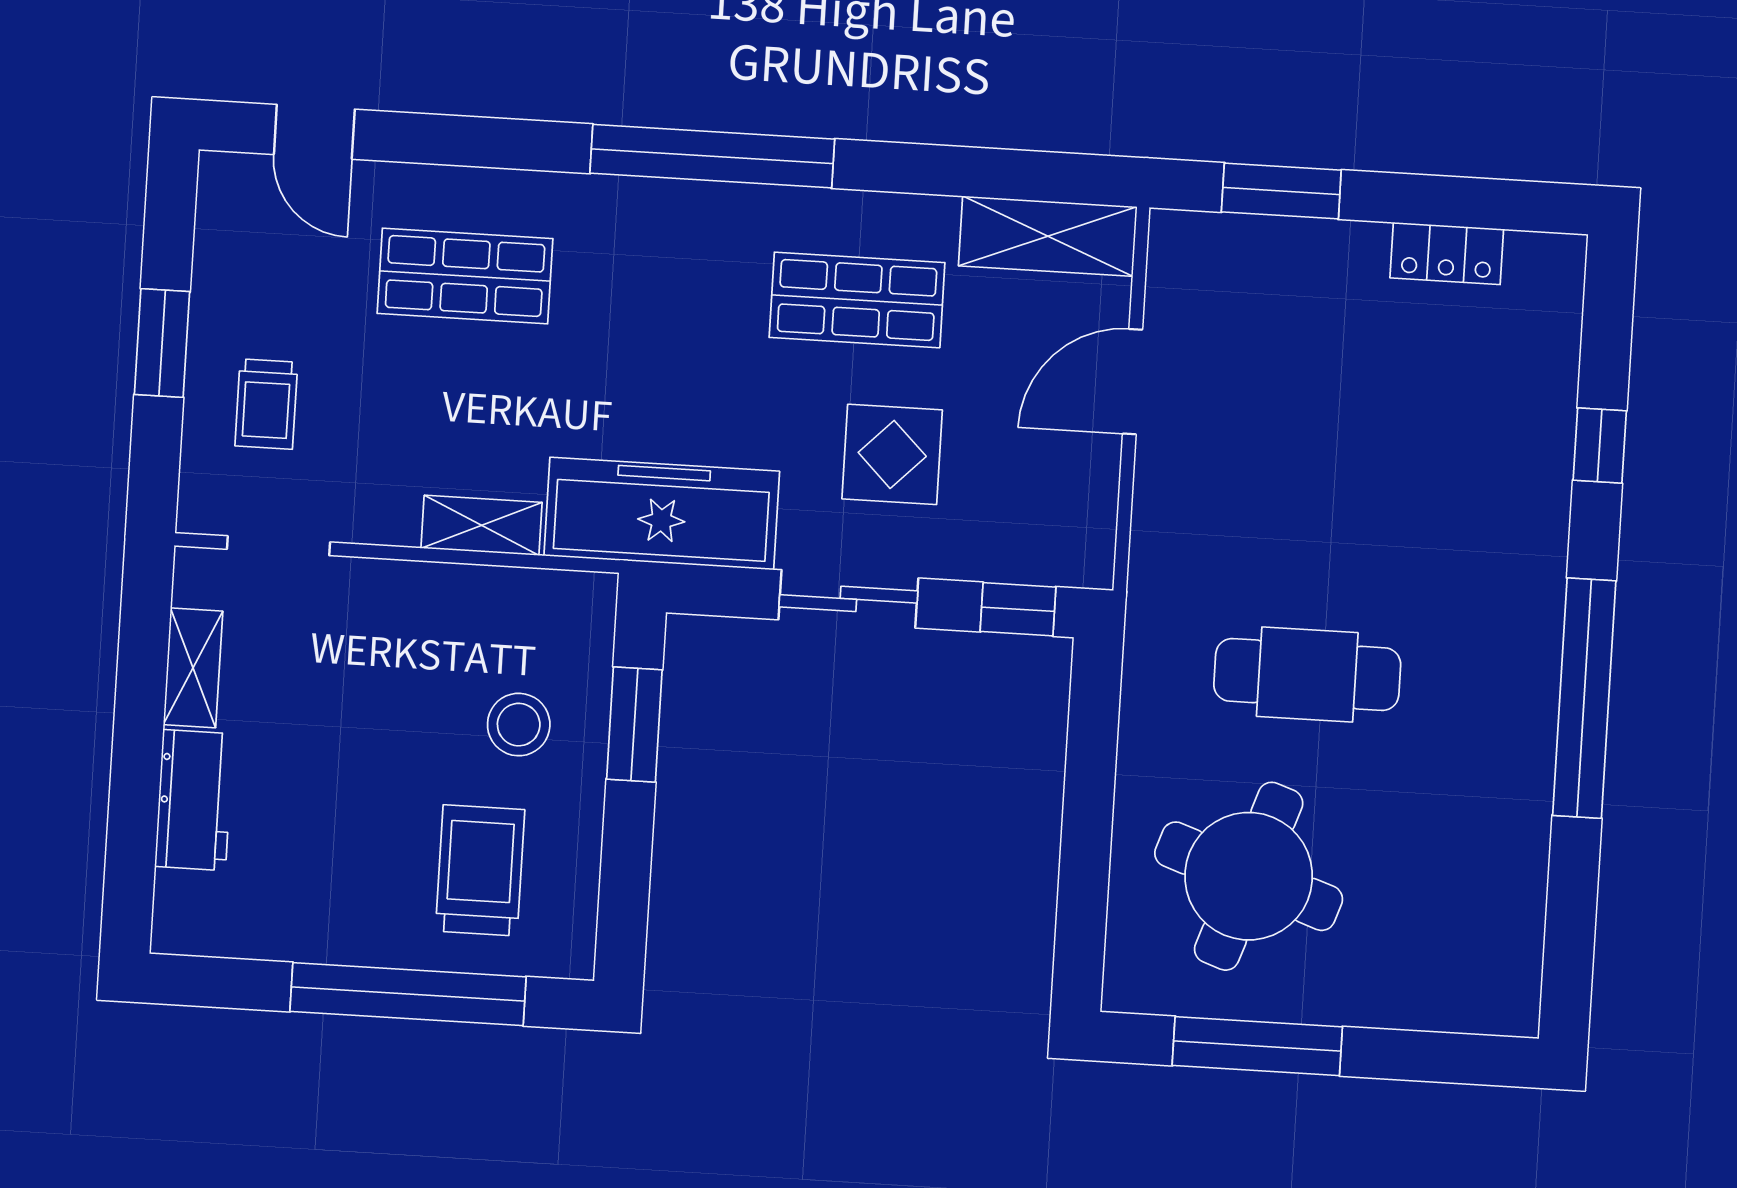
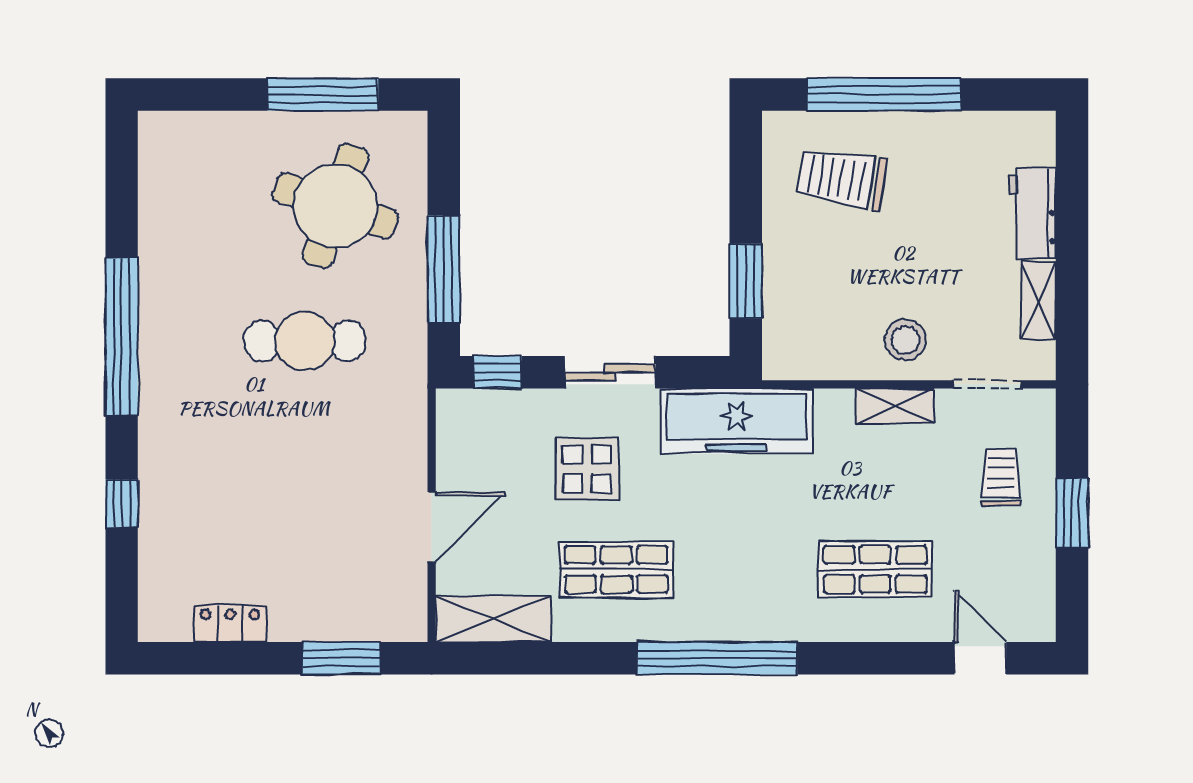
shelving: (482, 525) -> (895, 406), moved
stool: (519, 725) -> (905, 340), moved
window: (1090, 771) -> (444, 269), added
trolley: (480, 870) -> (841, 179), turned 99

